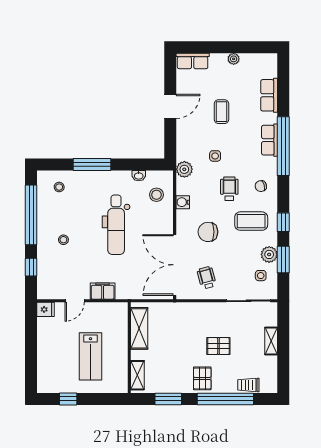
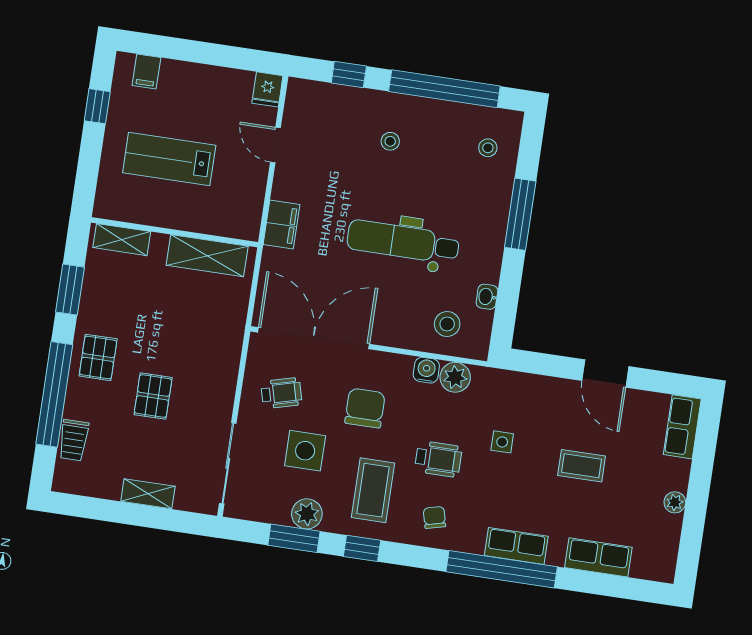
plant: (184, 169) -> (455, 377), moved
side table: (261, 276) -> (305, 451), moved, width x1.87, depth x1.87
filing cabinet: (103, 291) -> (282, 225), moved
filing cabinet: (46, 375) -> (146, 72), added
pallet: (202, 378) -> (98, 357), turned 90
trolley: (248, 385) -> (74, 440), turned 180

